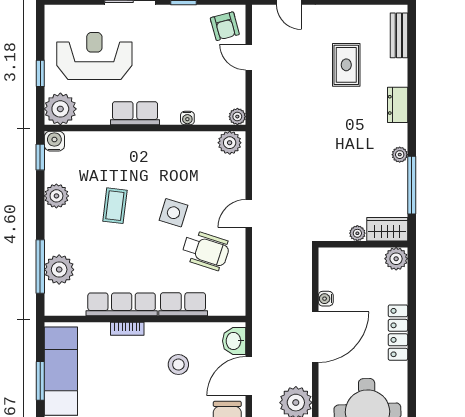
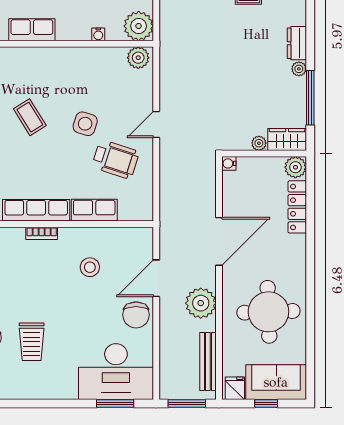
dresser: (398, 105) -> (297, 43), moved
row of seats: (135, 113) -> (32, 30), moved
plant: (237, 117) -> (139, 26), width x1.88, depth x1.88
coffee table: (115, 206) -> (30, 117), turned -39
water cooler: (326, 299) -> (229, 163), moved
locker: (398, 333) -> (297, 207), moved
washbasin: (234, 341) -> (142, 245), removed

